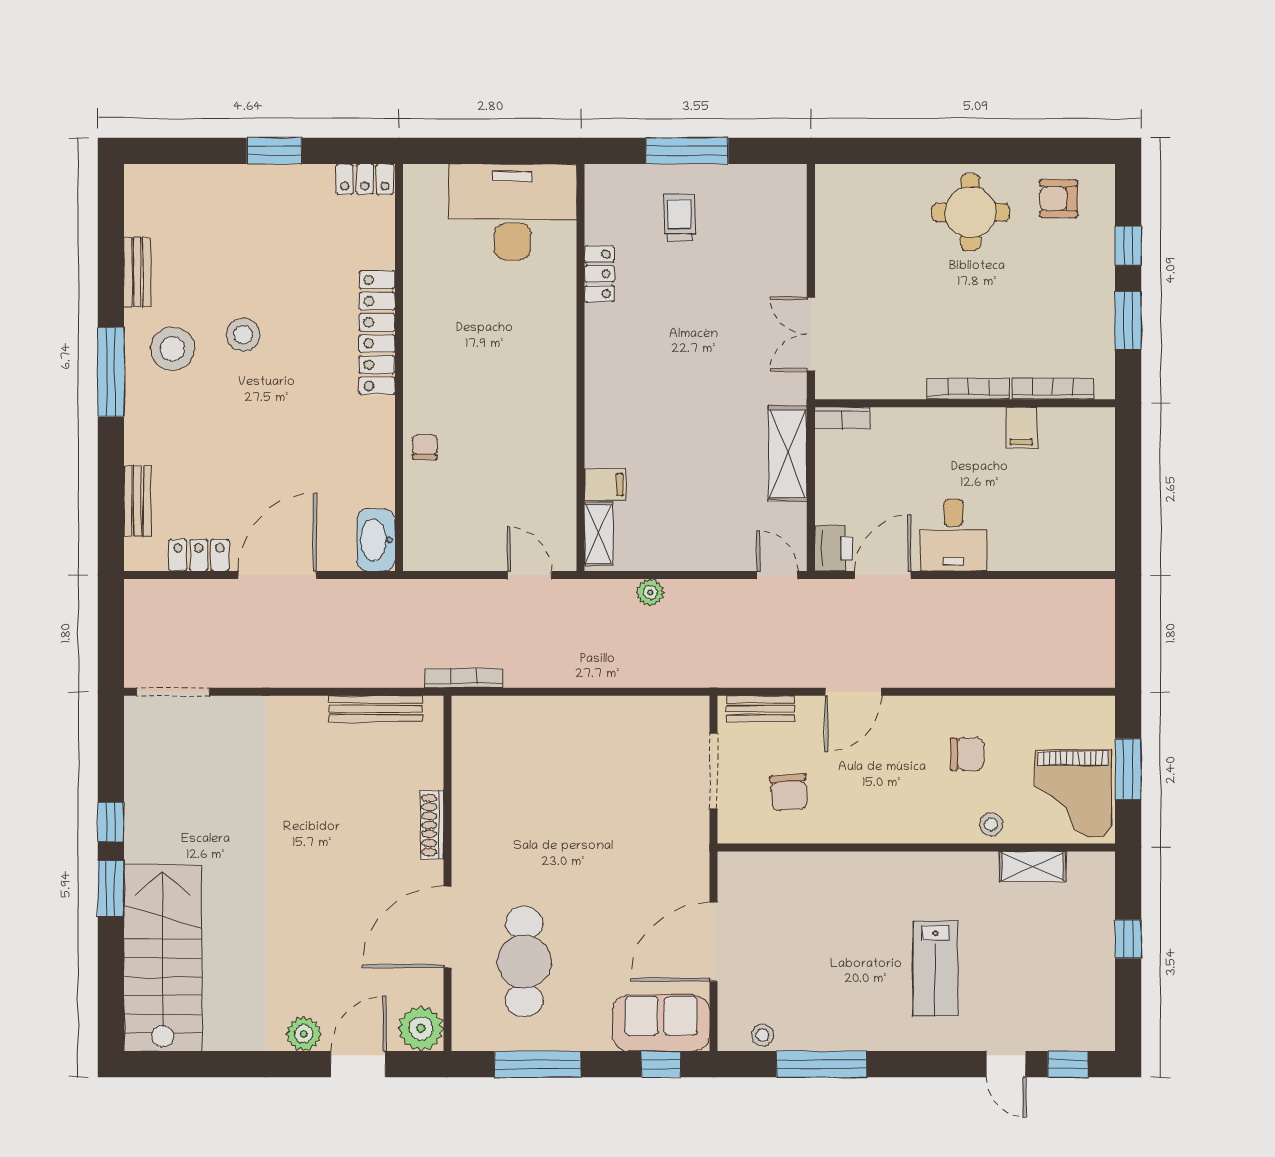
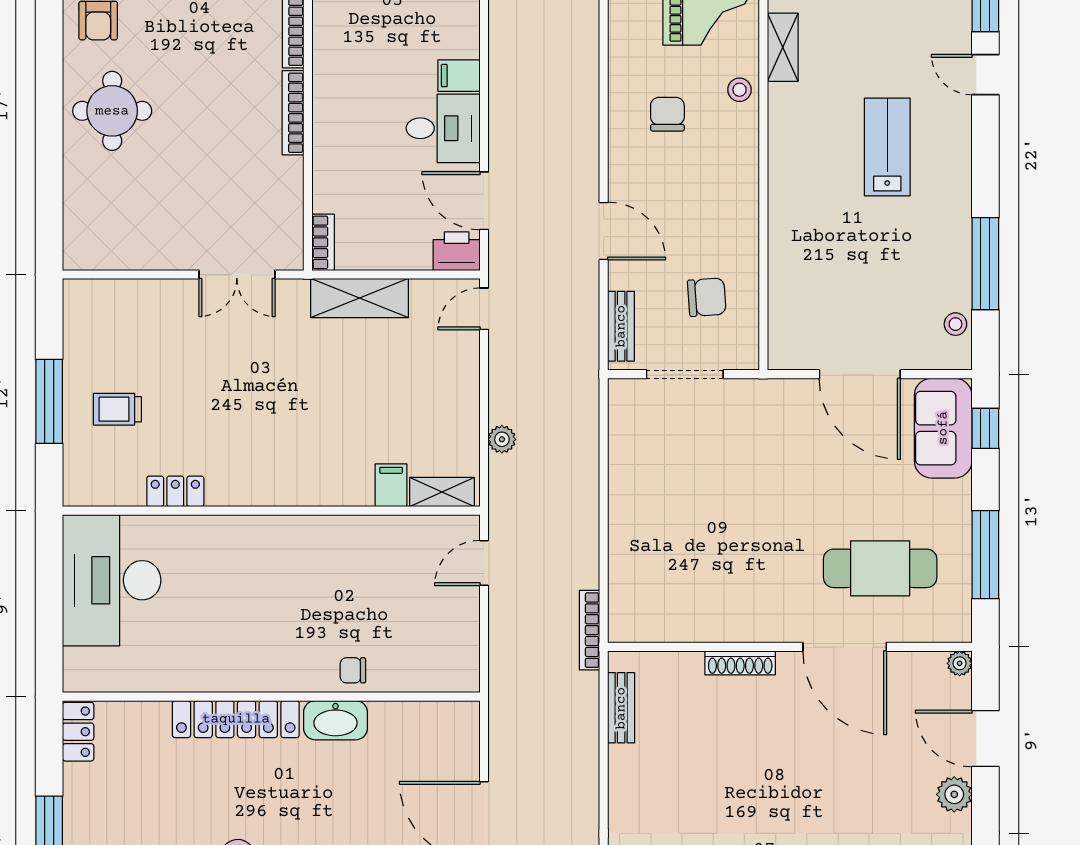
filing cabinet: (1021, 428) -> (459, 76), moved, turned 180
washbasin: (376, 540) -> (335, 720), moved
bench: (376, 709) -> (621, 708), width x0.73
lab bench: (935, 968) -> (887, 147), turned -90
plant: (421, 1028) -> (960, 663), width x0.53, depth x0.53
door: (1006, 1064) -> (985, 75), swing flipped

